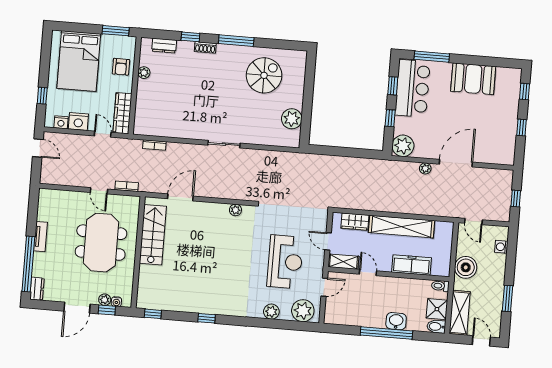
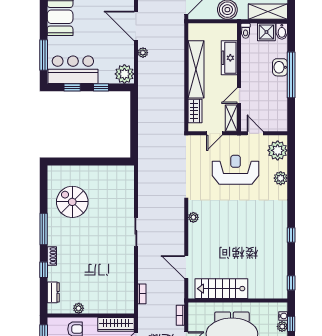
plant: (292, 119) -> (109, 174), removed

